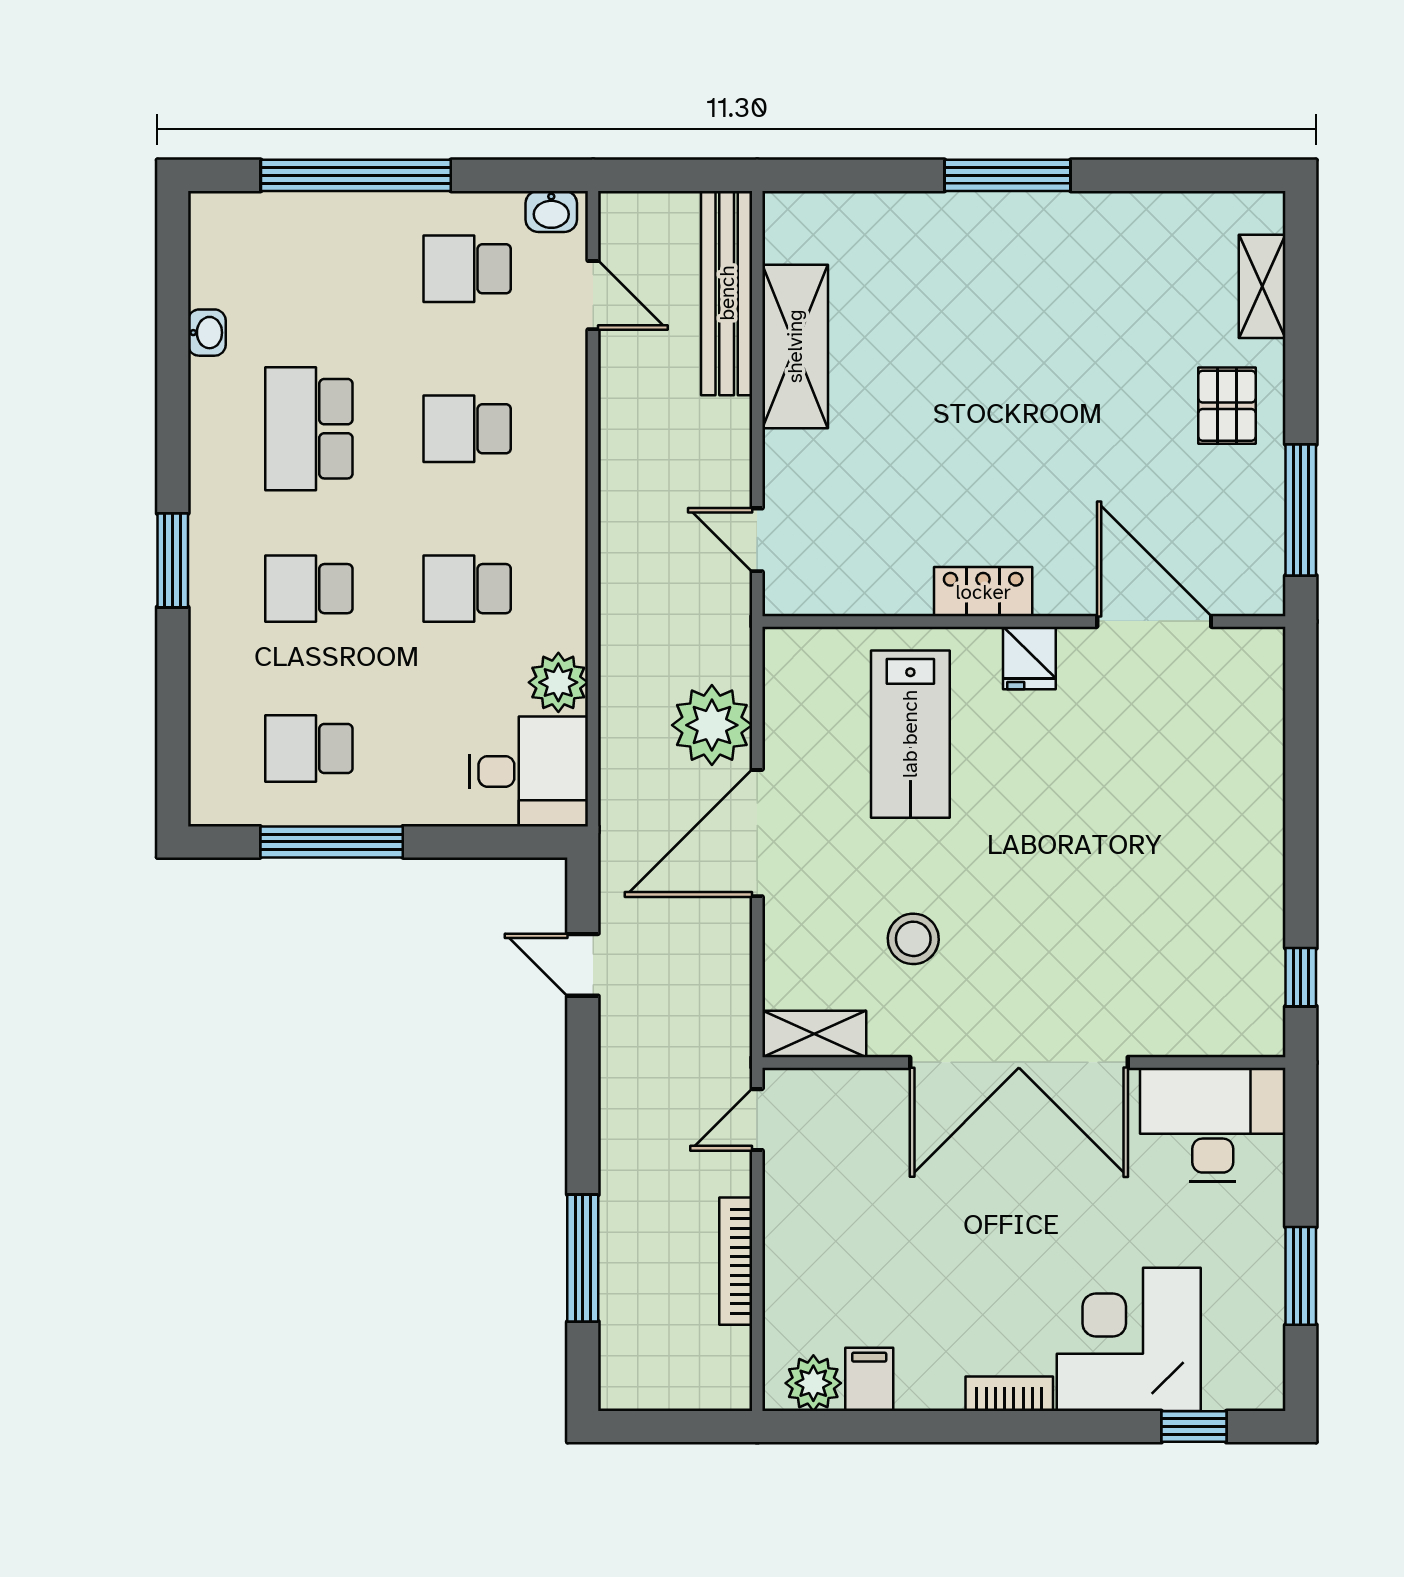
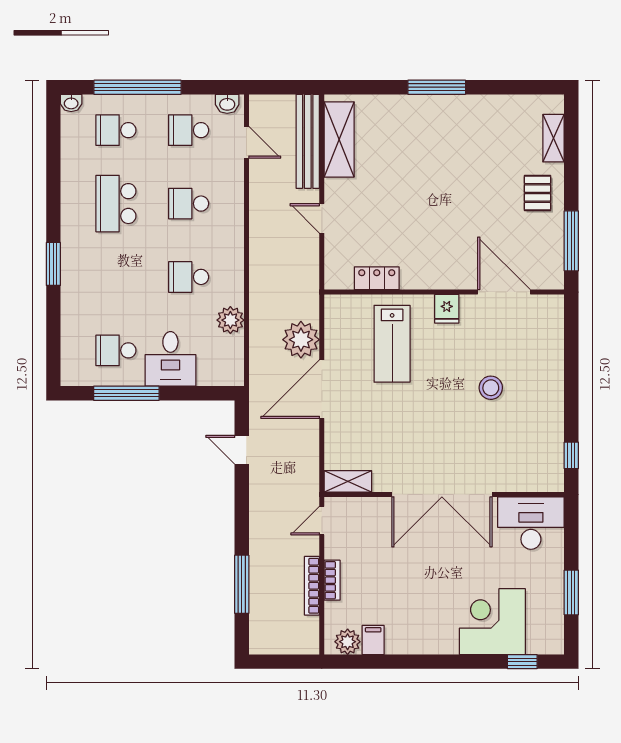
washbasin: (207, 333) -> (71, 103), moved, turned 90
shelving: (795, 346) -> (339, 139), moved
door: (757, 540) -> (322, 218), moved
school desk: (309, 589) -> (116, 130), moved
locker: (983, 592) -> (377, 278), moved
desk: (529, 771) -> (170, 359), moved, turned 90
stool: (913, 939) -> (491, 388), moved
bookcase: (1009, 1394) -> (332, 580), moved, turned 90

